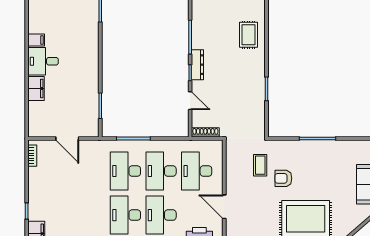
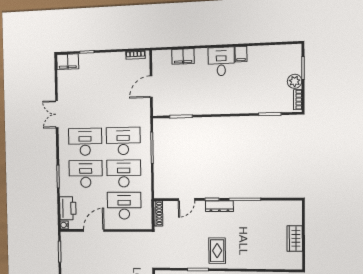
rug: (248, 35) -> (217, 251), moved, turned 90
filing cabinet: (36, 88) -> (183, 56), moved
coffee table: (260, 165) -> (130, 263), removed

